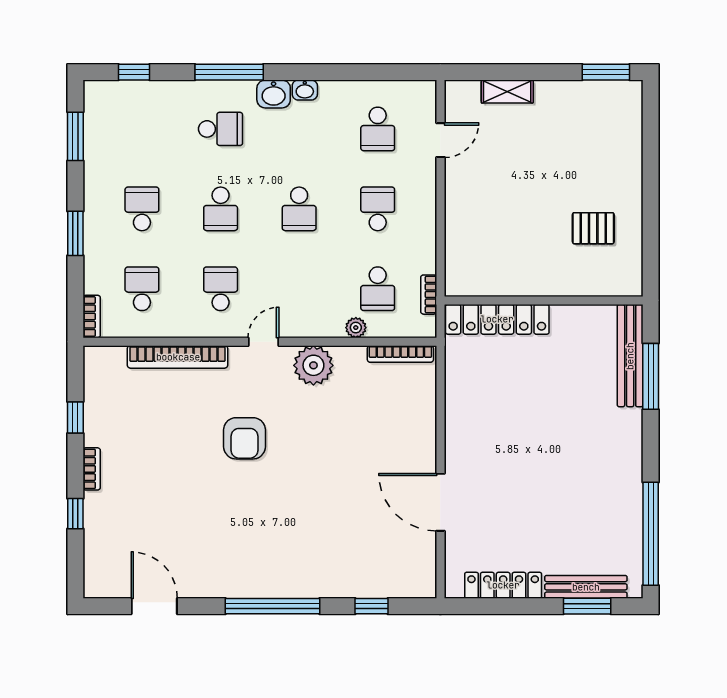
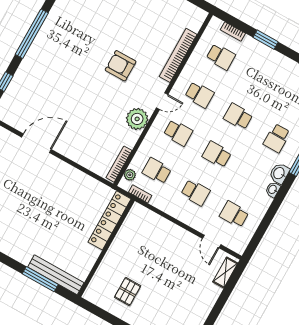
shelving: (507, 91) -> (225, 273), moved
school desk: (142, 209) -> (178, 133), moved
bookcase: (92, 316) -> (233, 32), moved
plant: (356, 328) -> (130, 175), moved
door: (263, 342) -> (162, 101), hinge flipped

